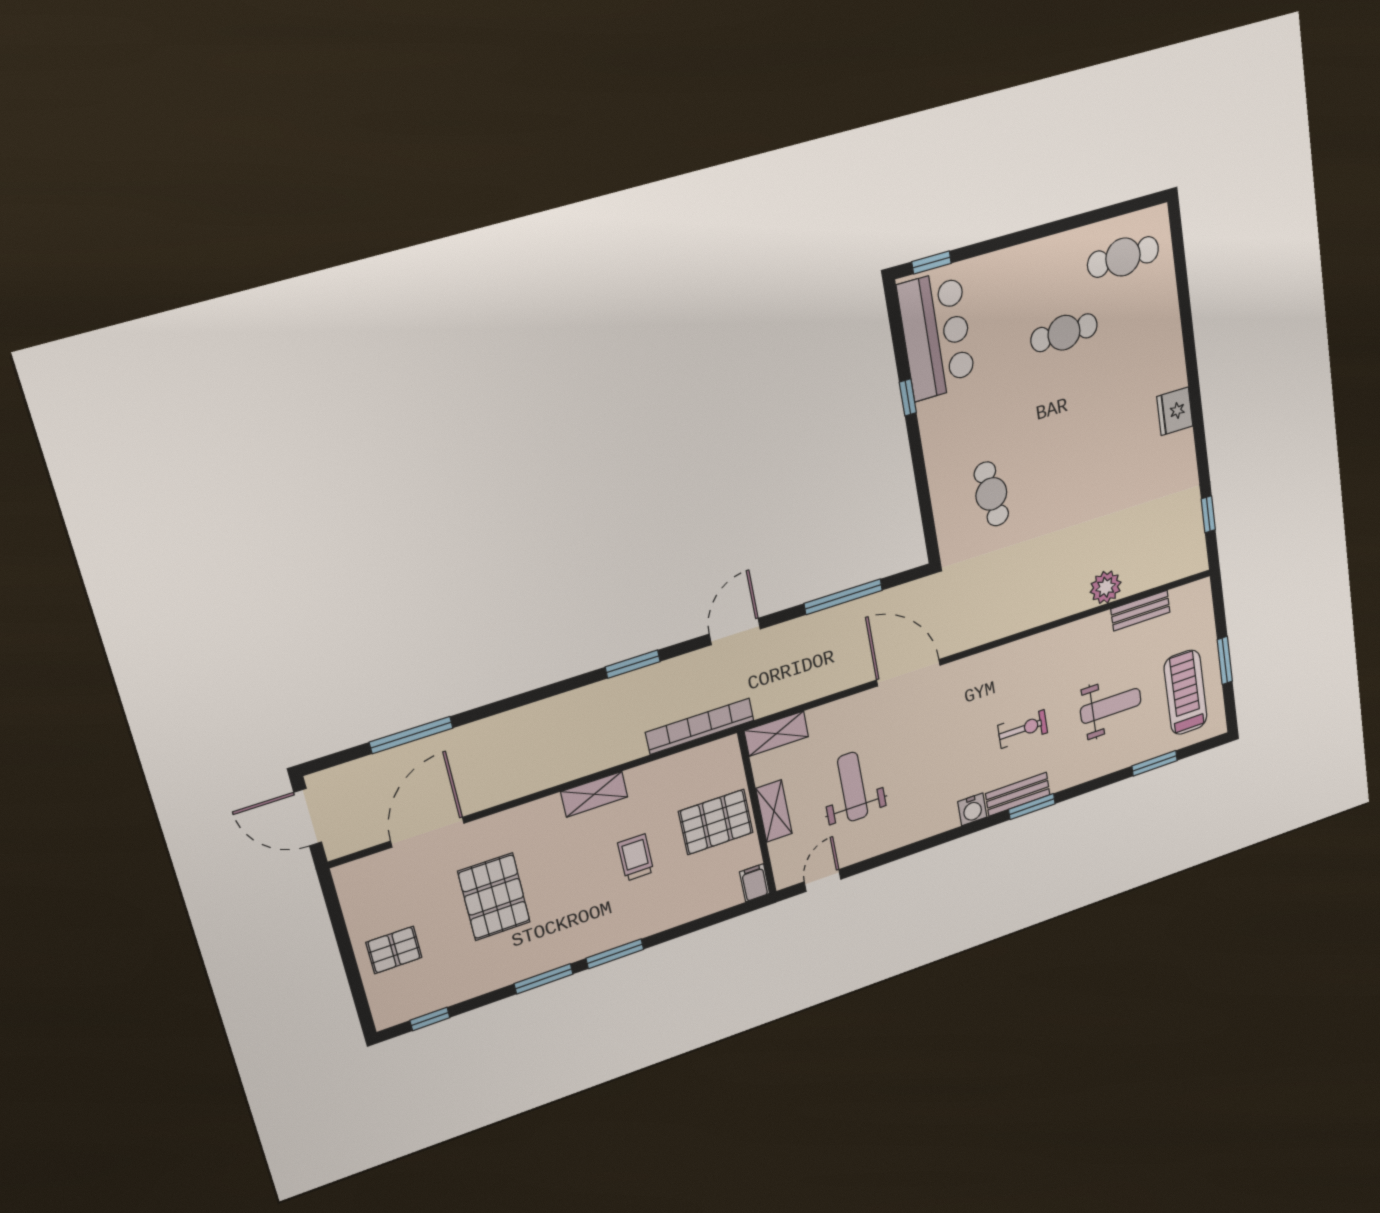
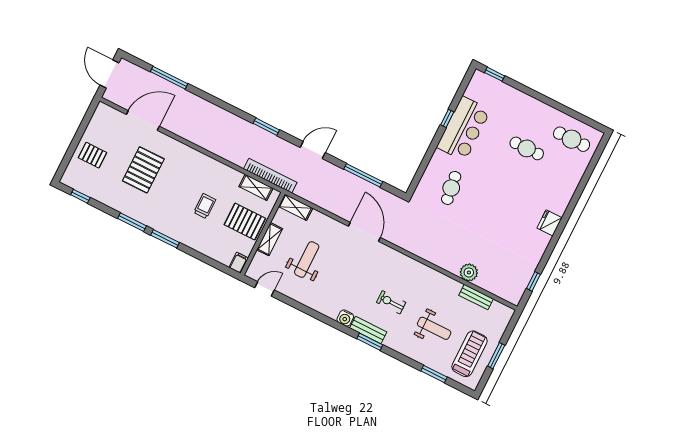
bar counter: (936, 335) -> (464, 129), moved
exercise bike: (1023, 729) -> (391, 302), turned 180
shelving: (594, 794) -> (256, 187), moved

